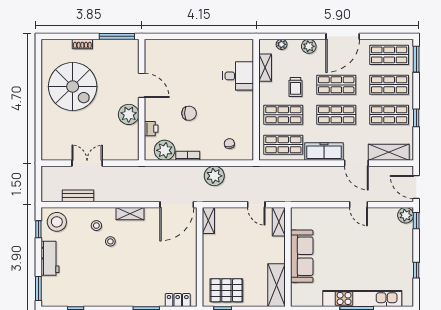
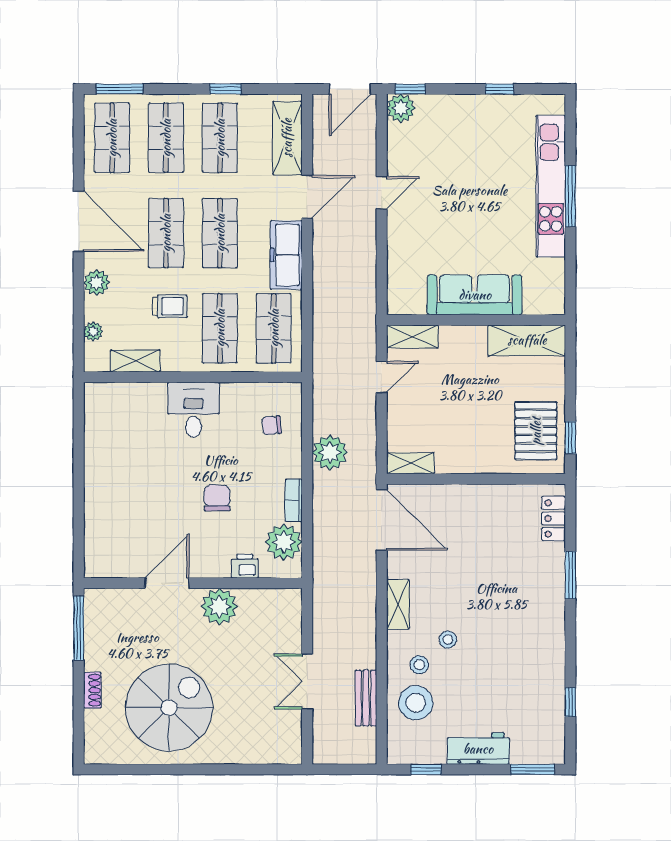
desk: (238, 76) -> (194, 410), moved
stool: (57, 222) -> (416, 703), moved

